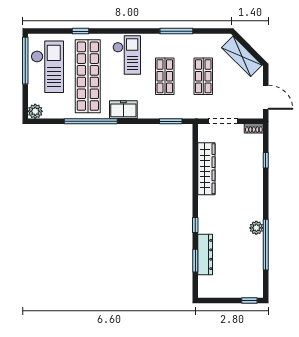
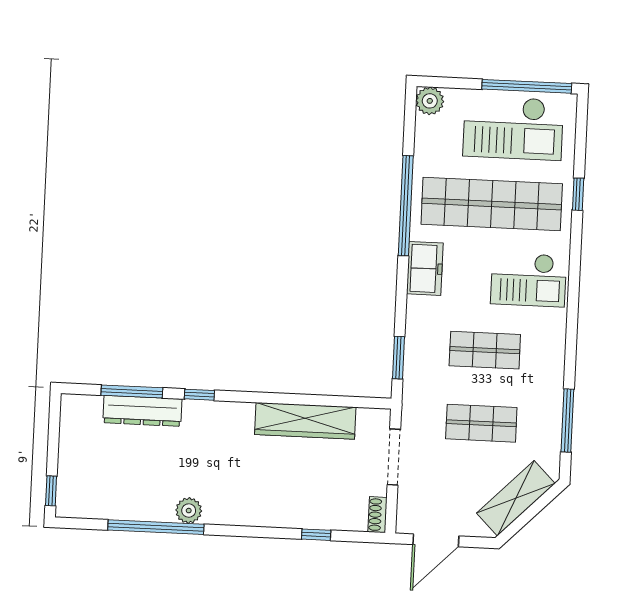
window: (176, 31) -> (567, 421), moved
window: (195, 261) -> (132, 391), width x1.44

